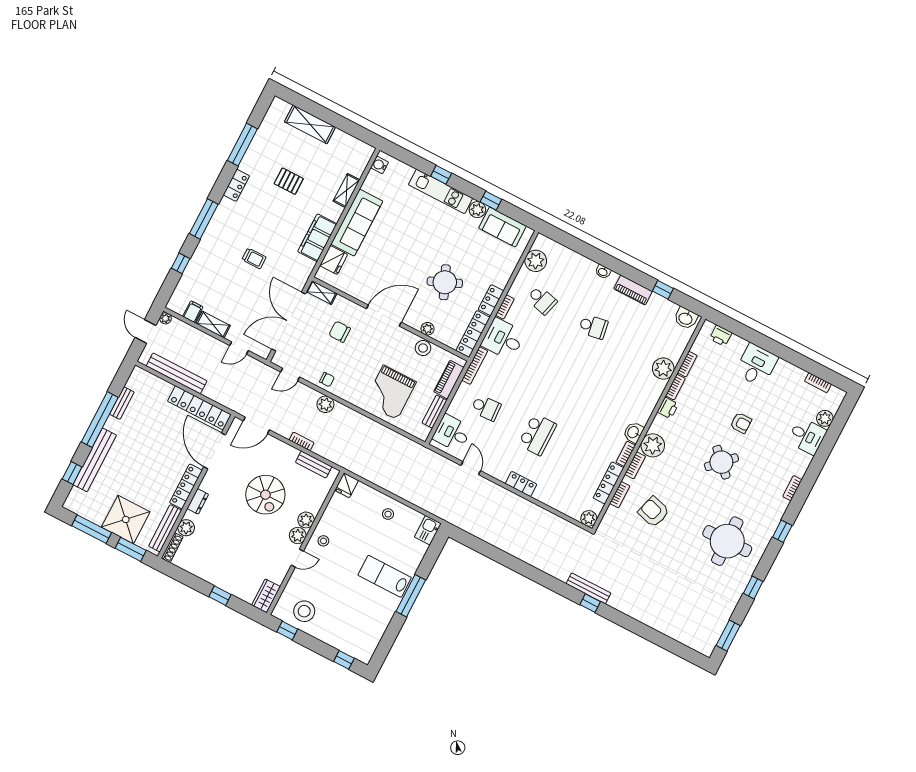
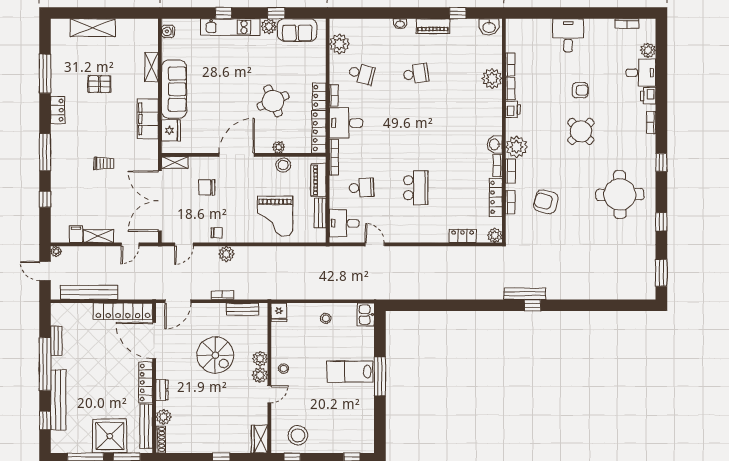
printer: (721, 336) -> (648, 96), moved, turned 90
locker: (521, 484) -> (463, 236), moved

